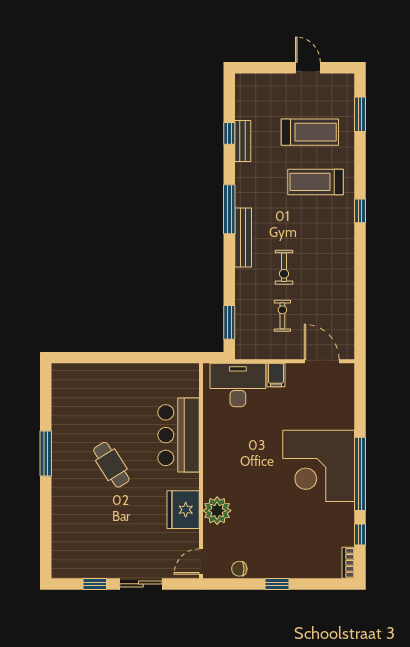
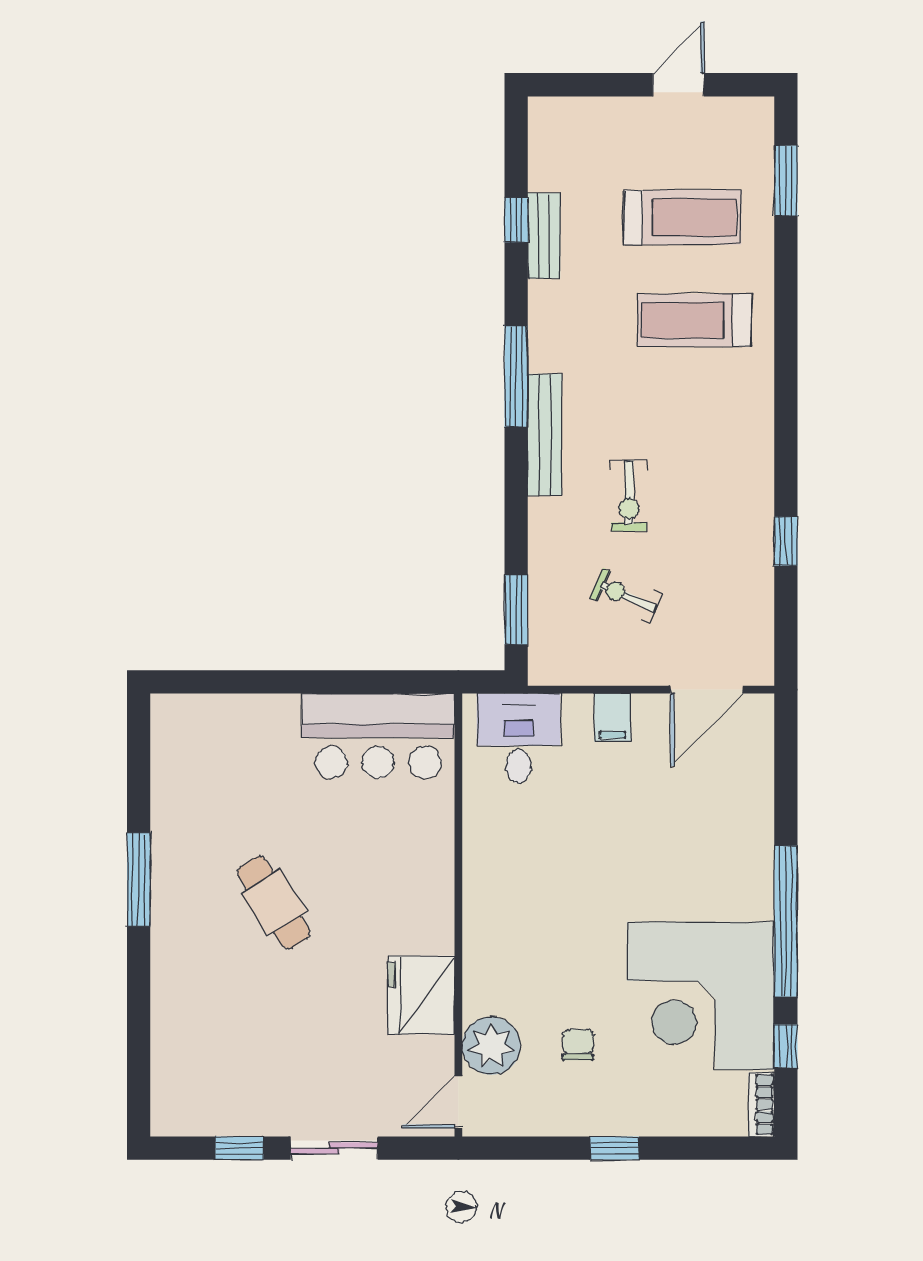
door: (308, 68) -> (678, 85), hinge flipped
window: (360, 211) -> (786, 541), moved
exercise bike: (282, 316) -> (626, 596), turned -66
door: (322, 361) -> (707, 690), swing flipped
desk: (238, 385) -> (519, 738), width x0.73
bar counter: (179, 435) -> (378, 736), moved, turned -90
corner desk: (319, 466) -> (701, 996), moved
plant: (217, 511) -> (491, 1046), moved
chair: (239, 569) -> (578, 1045), moved, turned 90

